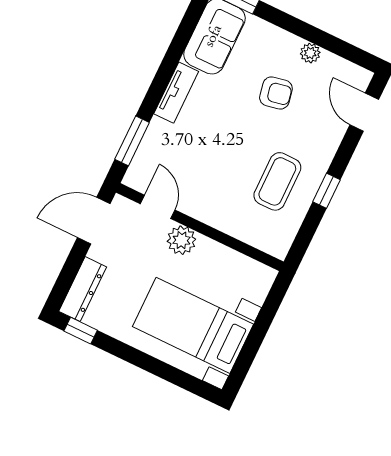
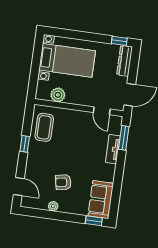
tv unit: (176, 93) -> (113, 149), moved
coffee table: (277, 181) -> (44, 127), moved
plant: (181, 240) -> (58, 95), moved

